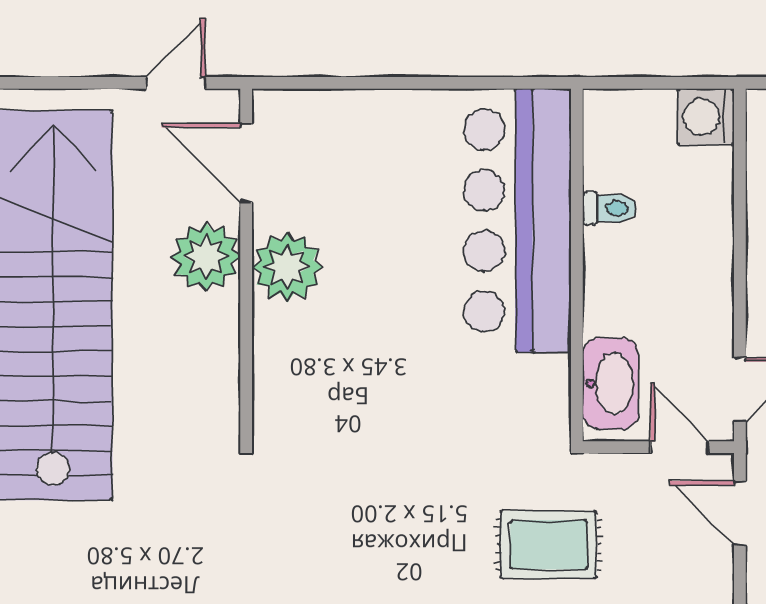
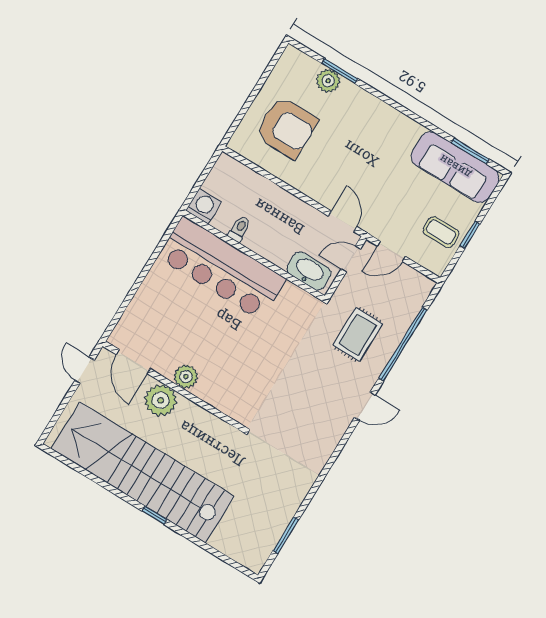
washing machine: (706, 117) -> (204, 206), moved, turned 180
door: (246, 163) -> (133, 362), hinge flipped
plant: (287, 267) -> (186, 377), width x0.73, depth x0.73

